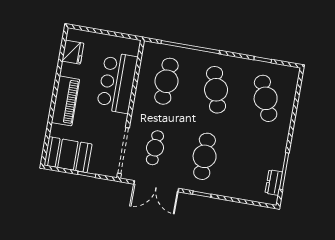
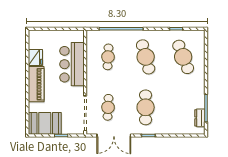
fridge: (73, 52) -> (35, 58), moved
cafe table: (166, 81) -> (108, 57), width x0.73, depth x0.74

